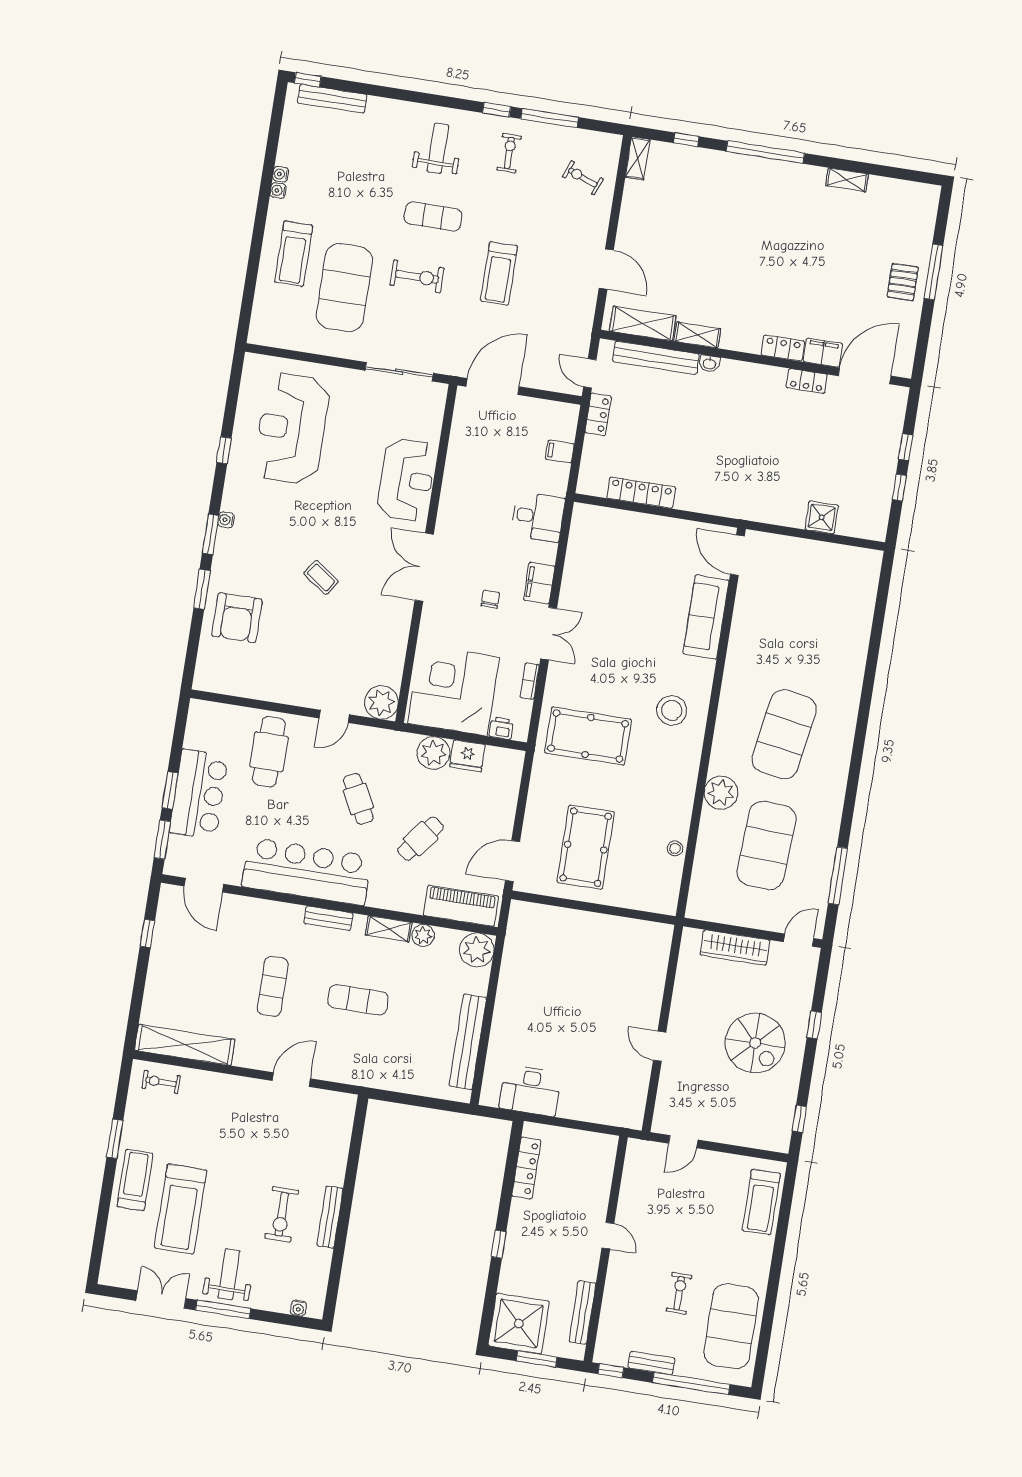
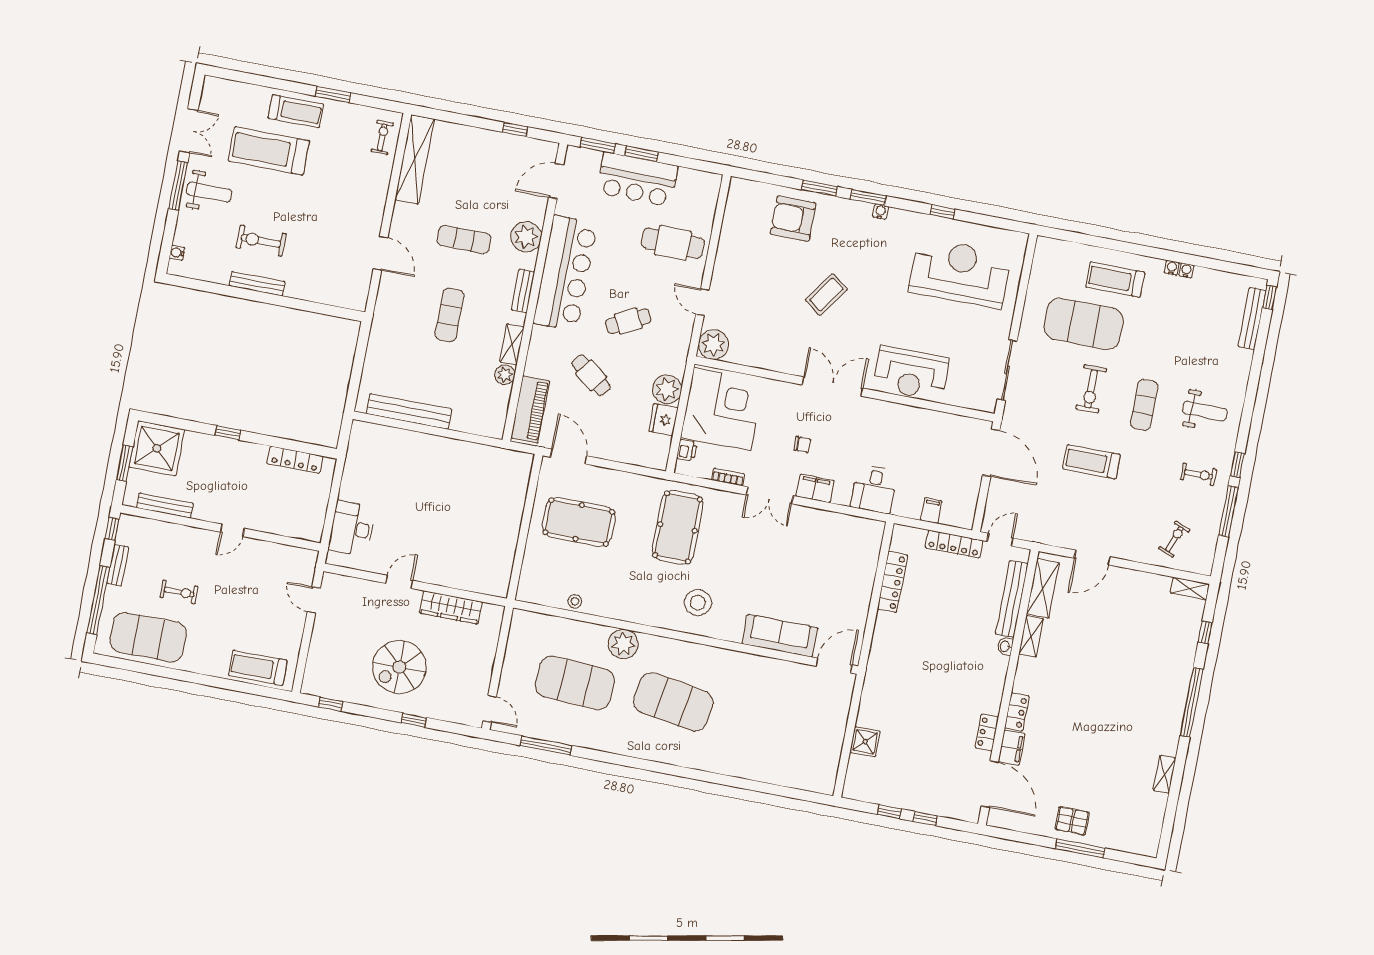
locker: (598, 414) -> (954, 544), width x1.53
coffee table: (321, 577) -> (826, 295), width x1.36, depth x1.30
wardrobe: (735, 947) -> (451, 607), moved, turned -90
plant: (477, 950) -> (526, 237), moved
desk: (530, 1090) -> (352, 528), moved

